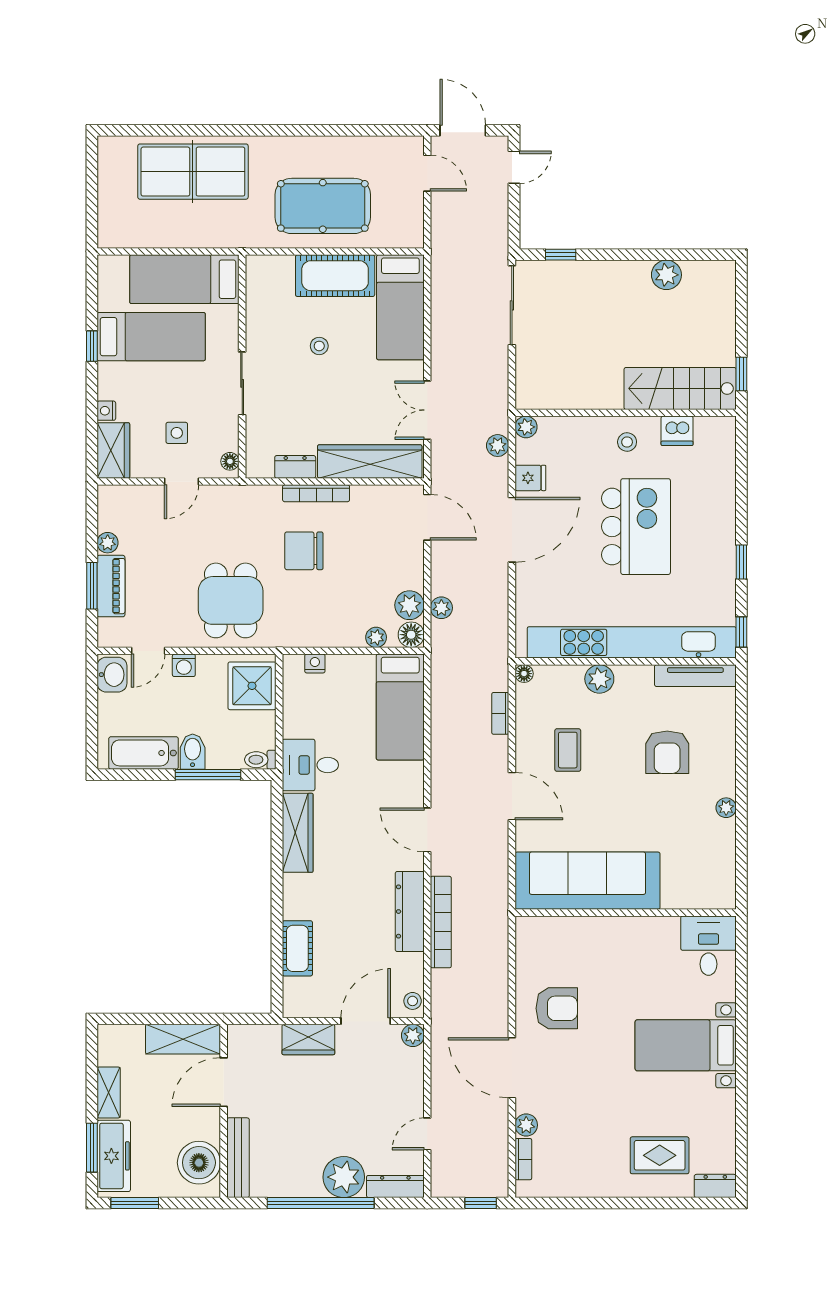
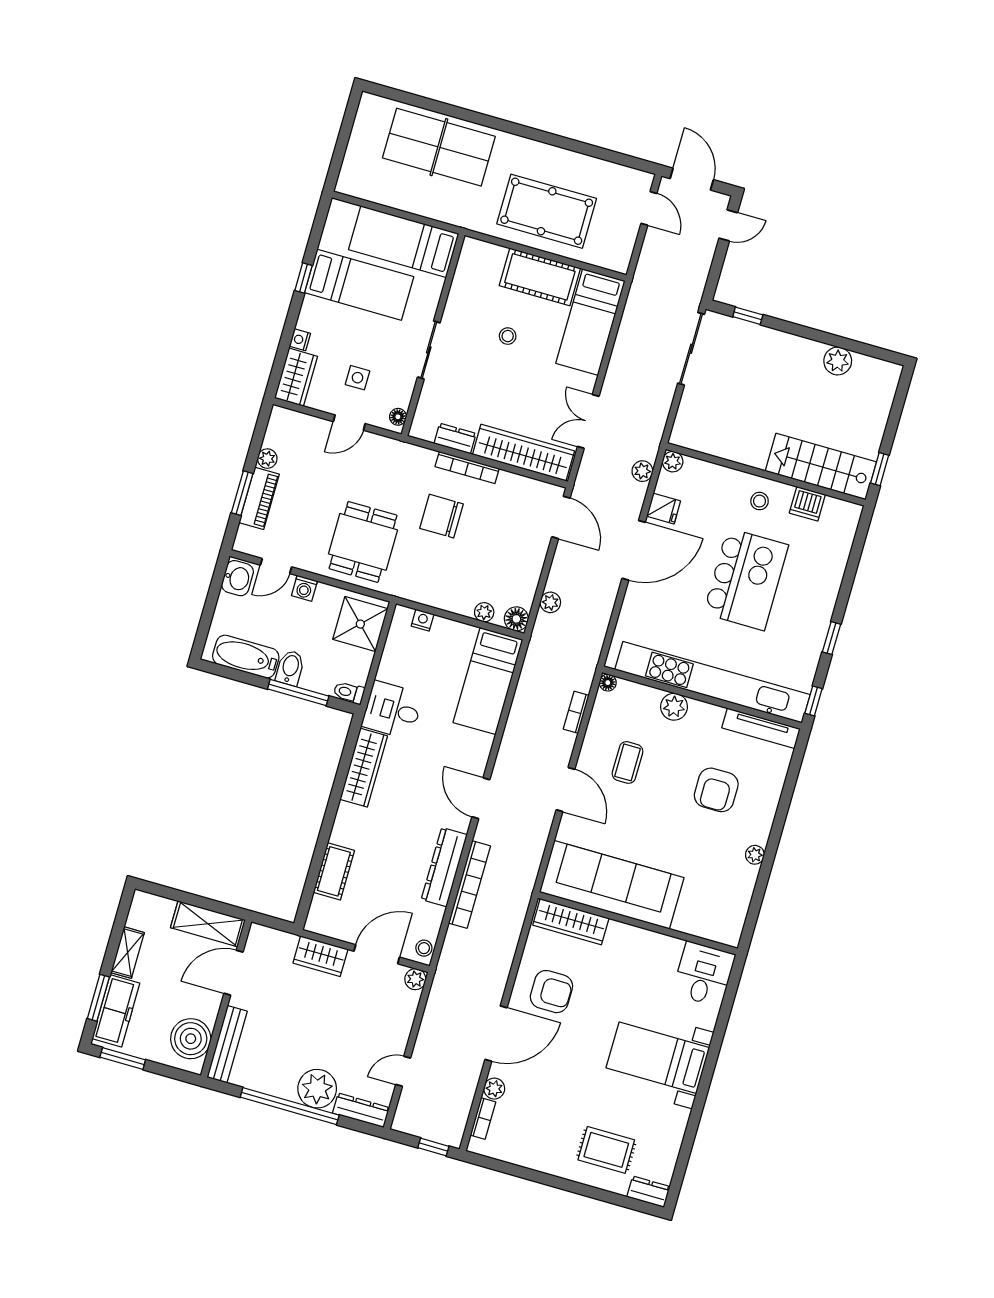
plant: (409, 605) -> (522, 592), removed
wardrobe: (556, 931) -> (571, 922), added
door: (512, 1068) -> (496, 1034), swing flipped

